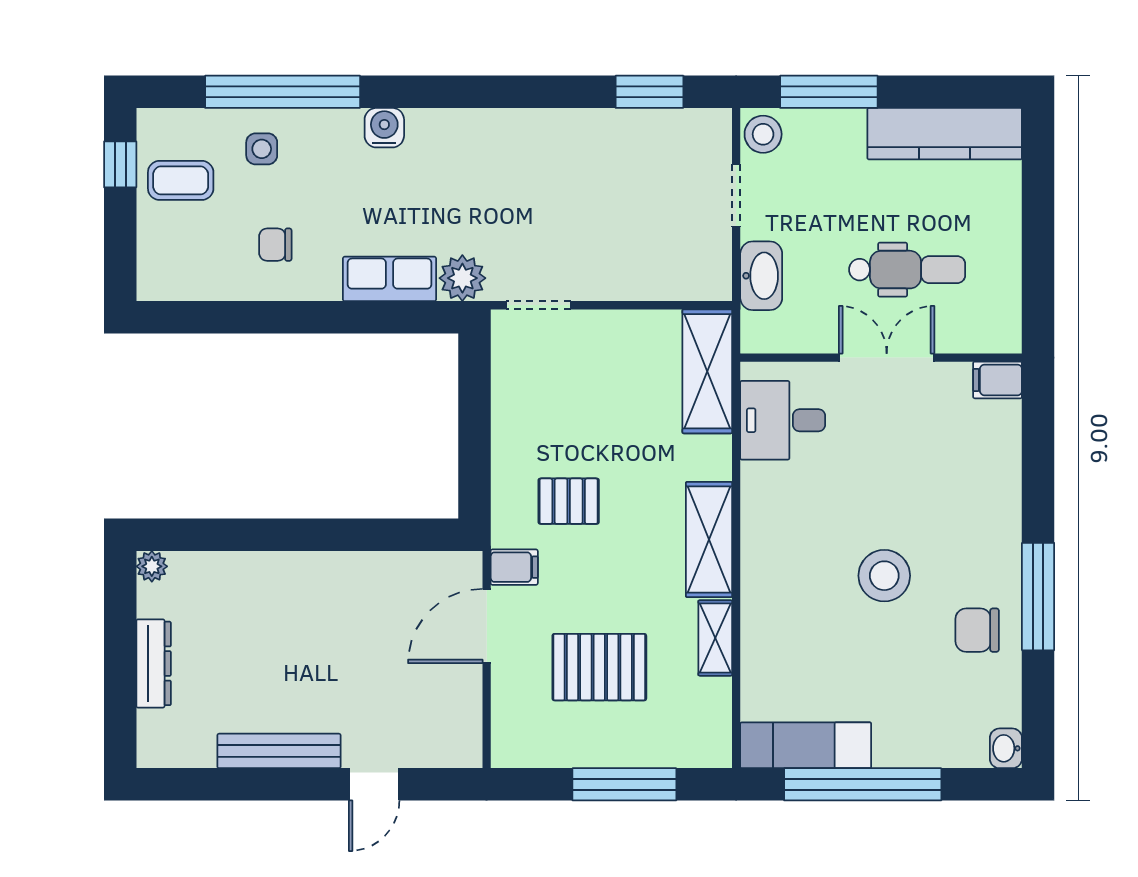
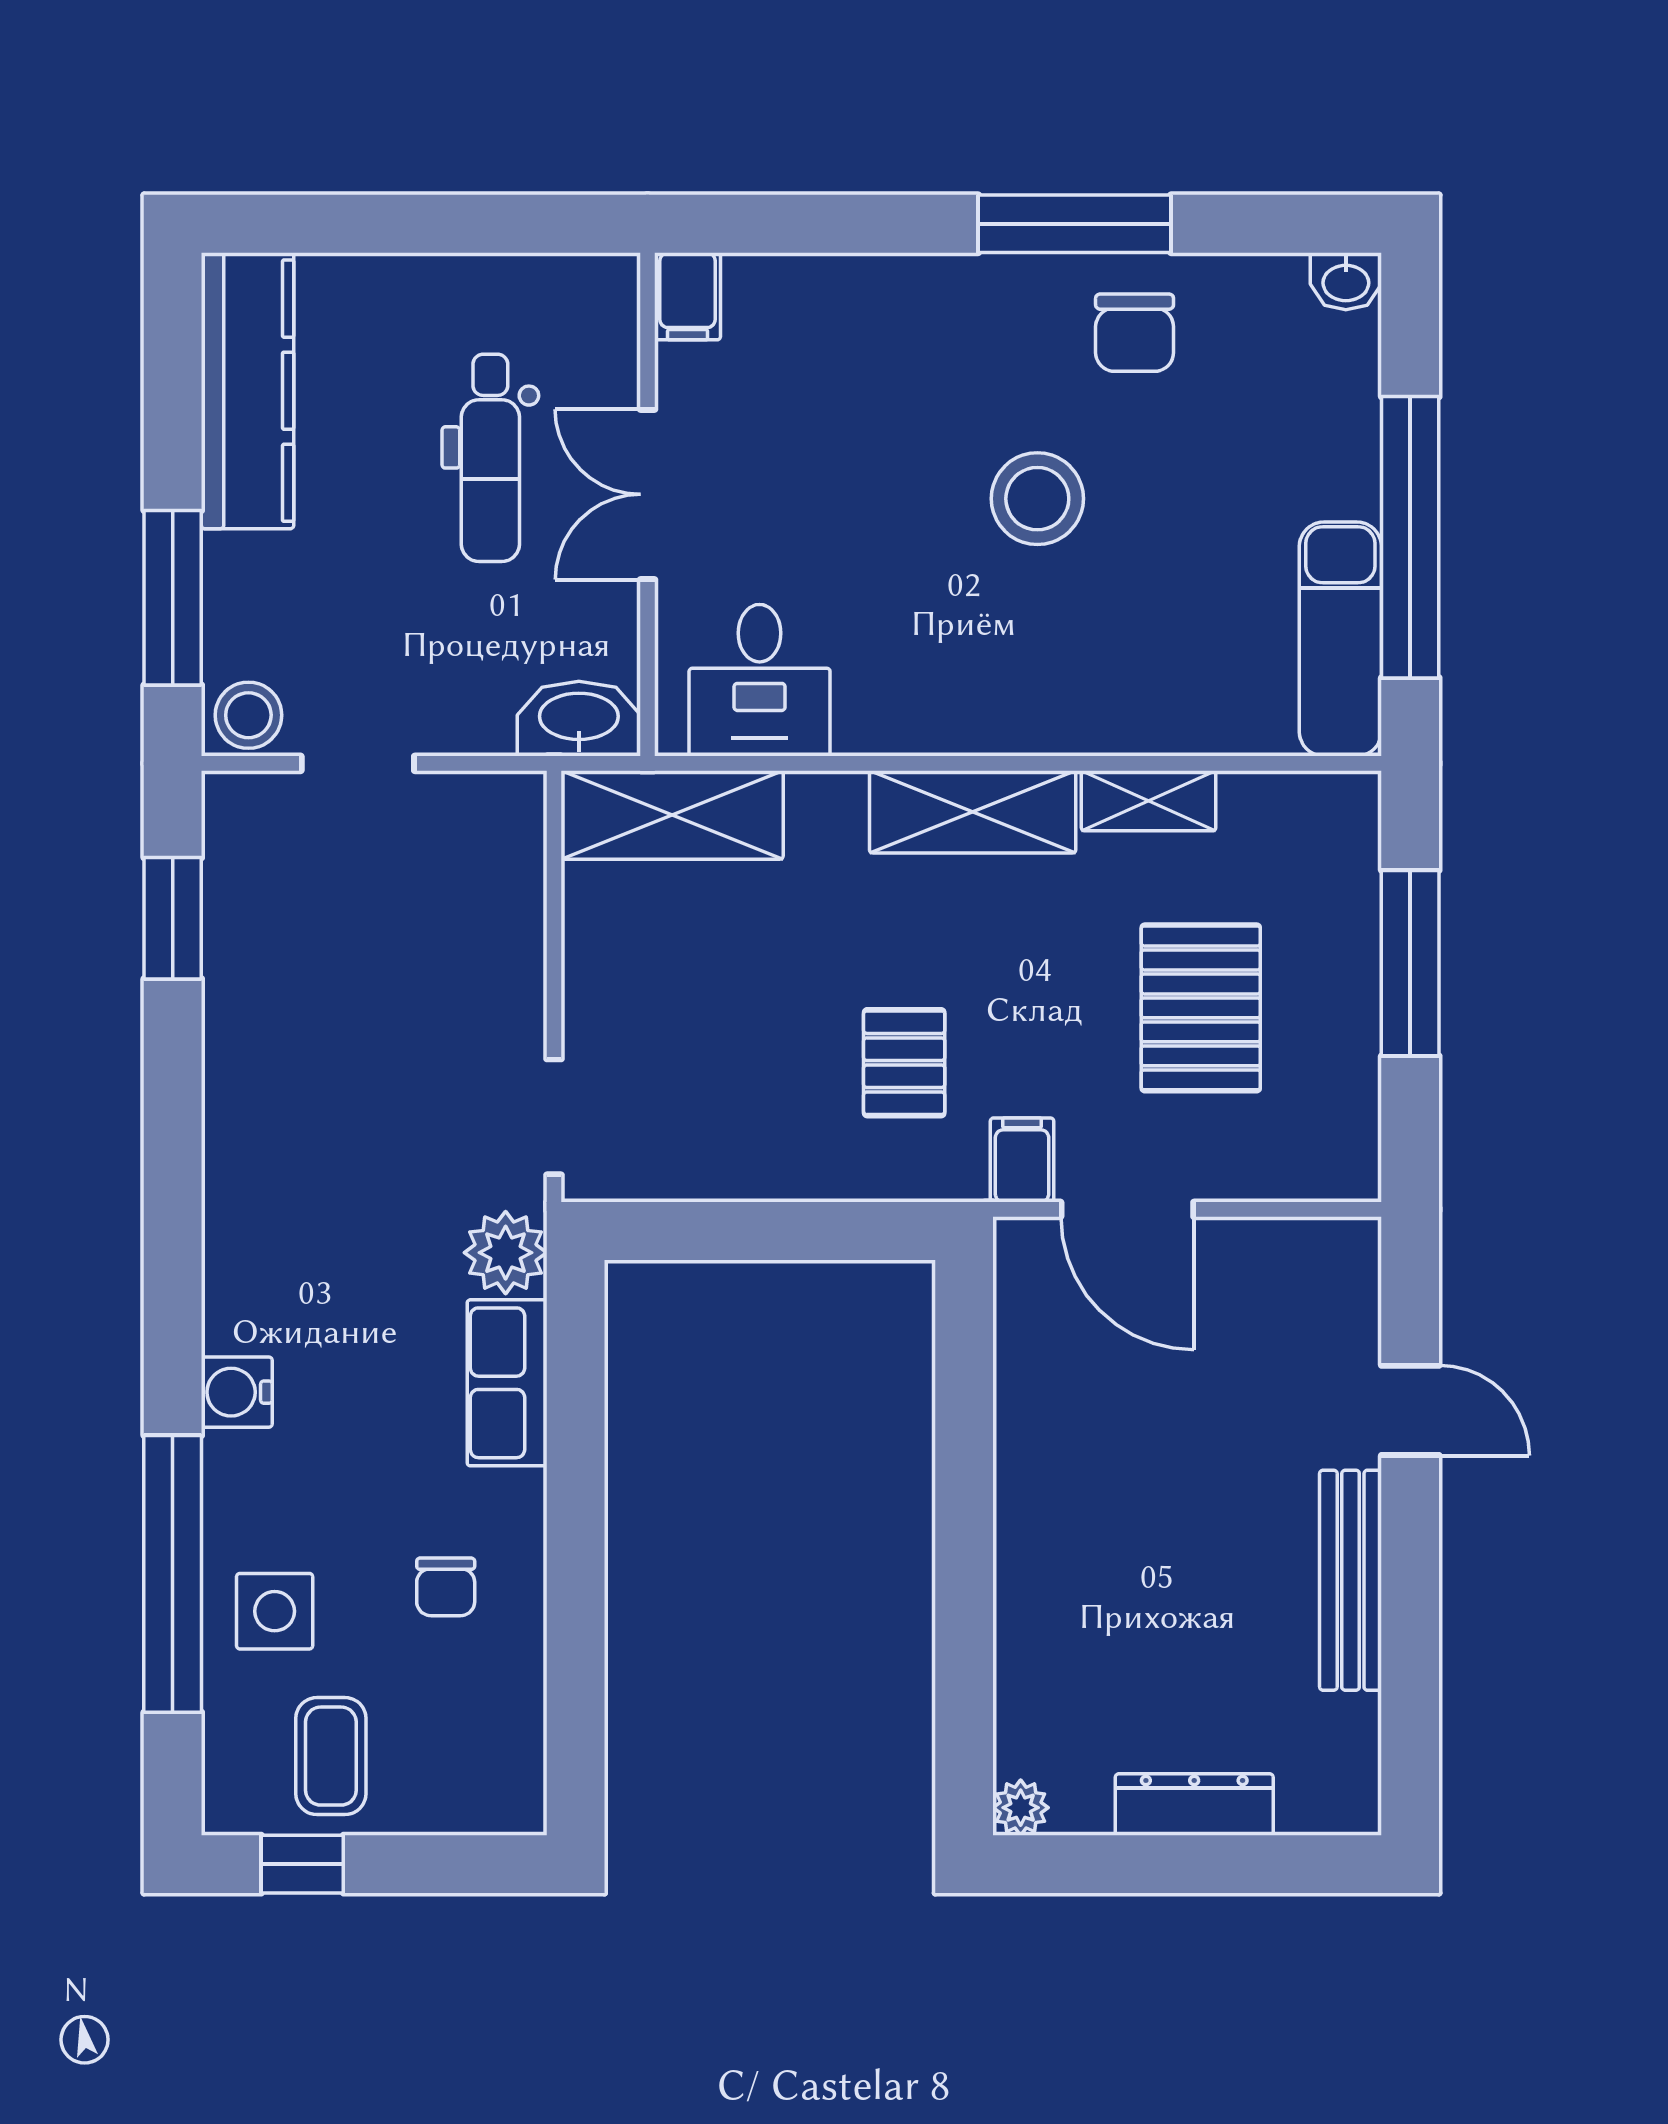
side table: (262, 149) -> (275, 1611), width x1.37, depth x1.37
dental chair: (907, 270) -> (490, 458), turned 180
washbasin: (761, 276) -> (579, 719), moved

